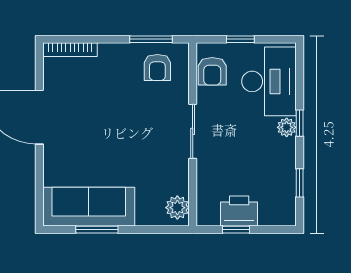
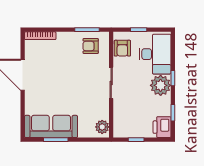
armchair: (157, 67) -> (91, 46), turned 90
plant: (287, 127) -> (161, 85), width x1.87, depth x1.87
printer: (239, 211) -> (162, 127), moved, turned -90

